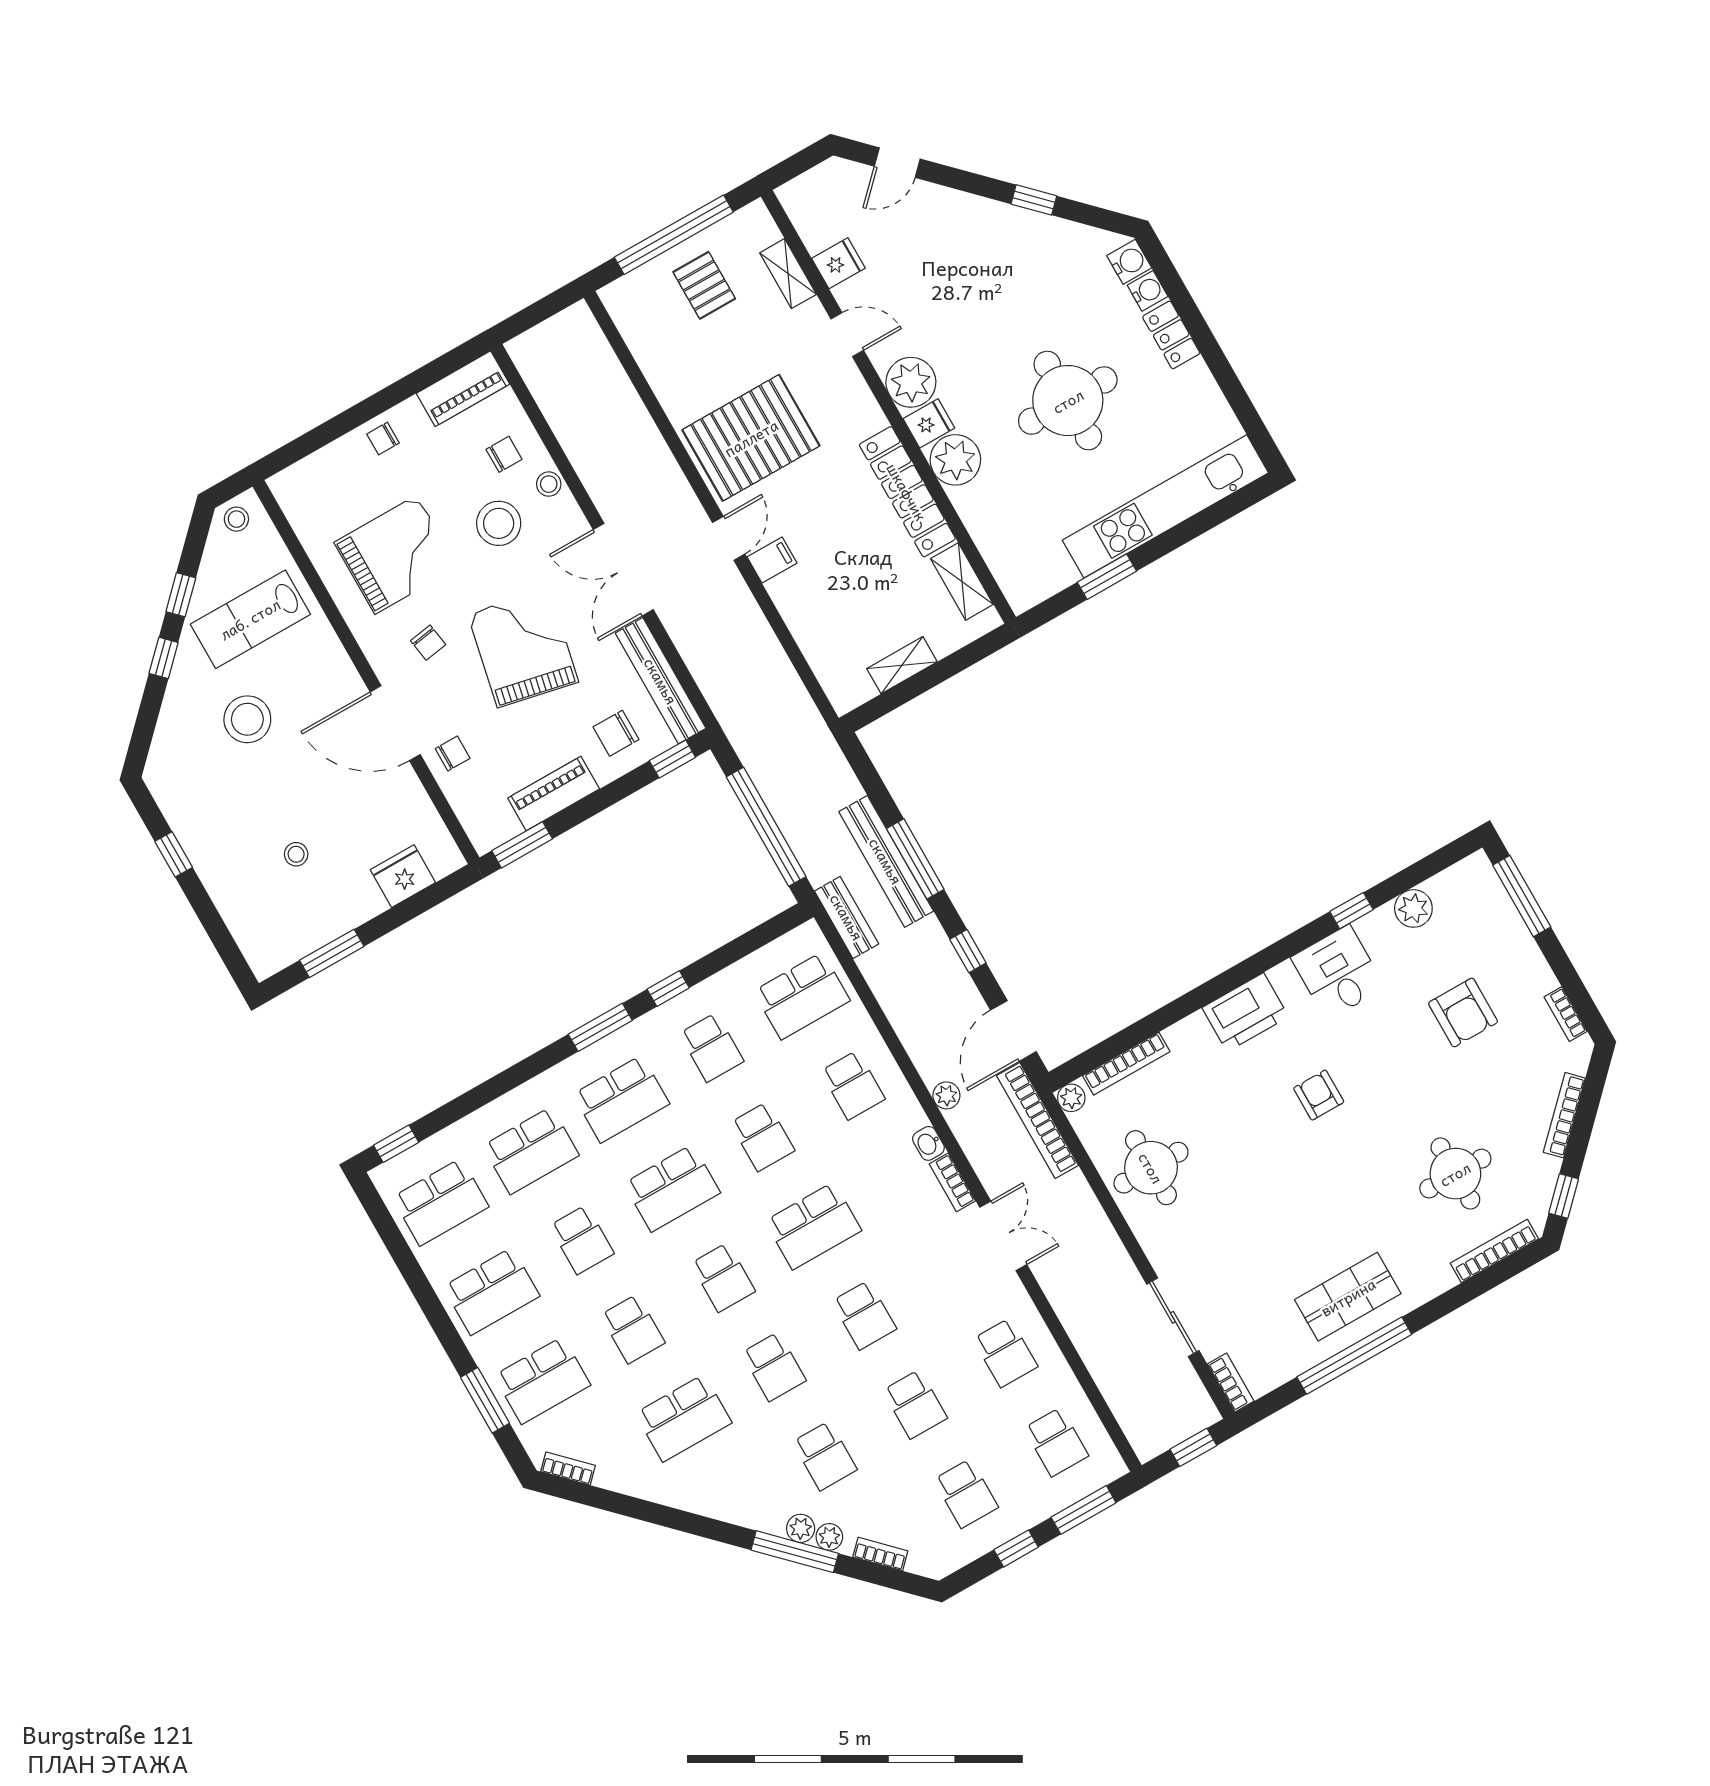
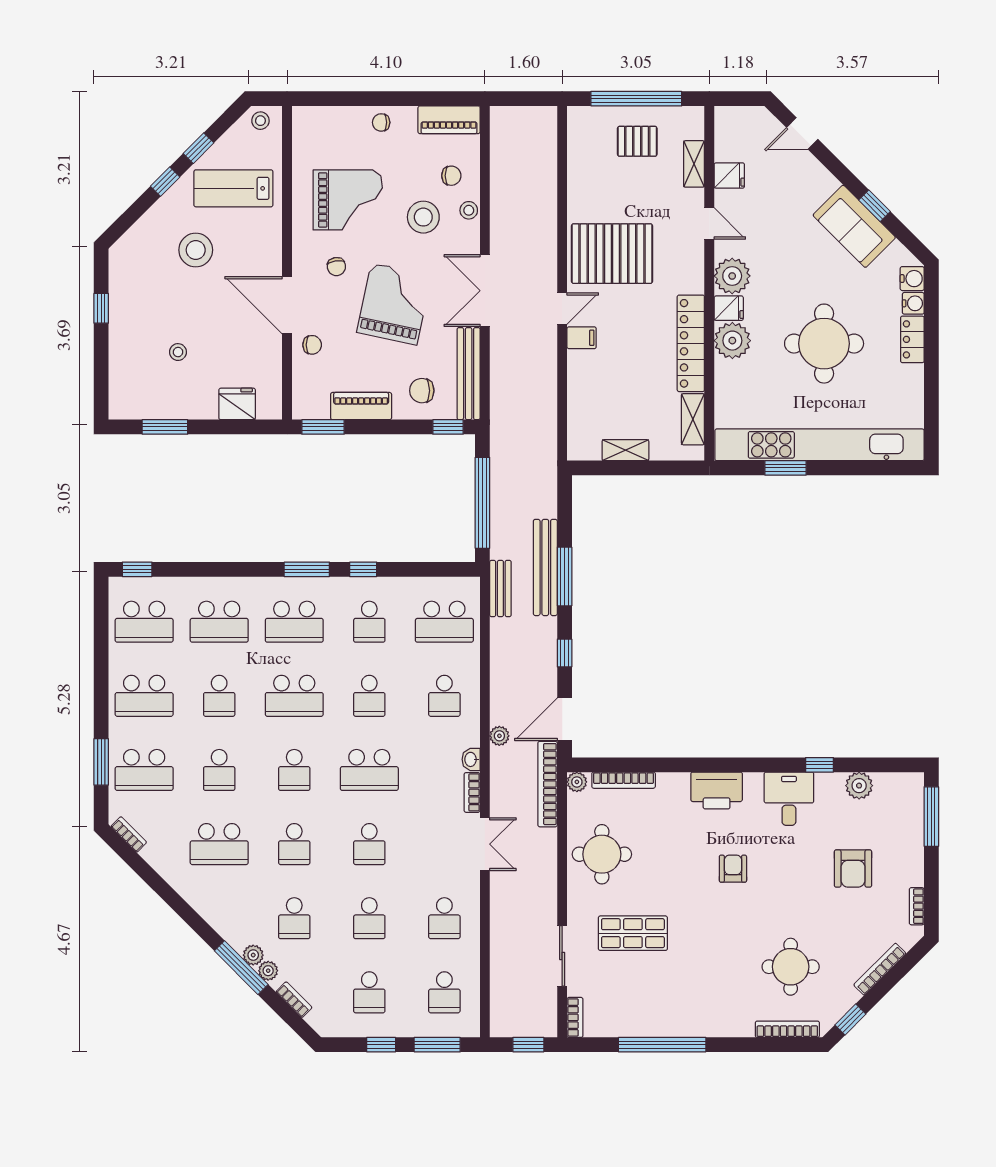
sofa: (1024, 239) -> (854, 226), added
pallet: (704, 285) -> (637, 141), turned 90
kitchen unit: (1165, 506) -> (819, 445), width x1.36
shop shelf: (1348, 1297) -> (633, 933), moved

